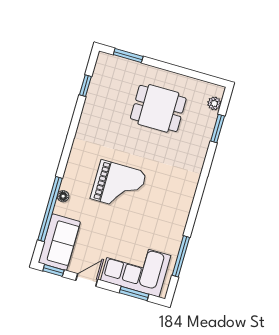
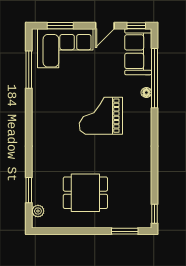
window: (85, 86) -> (155, 214), moved

